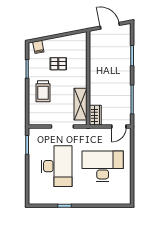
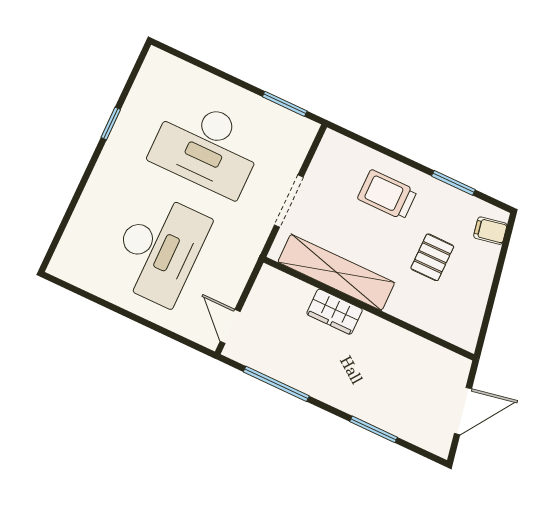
shelving: (80, 104) -> (336, 272), width x1.47
wardrobe: (95, 115) -> (335, 312), moved

